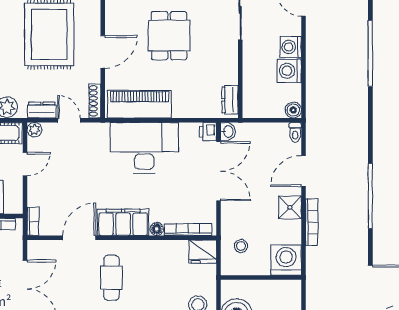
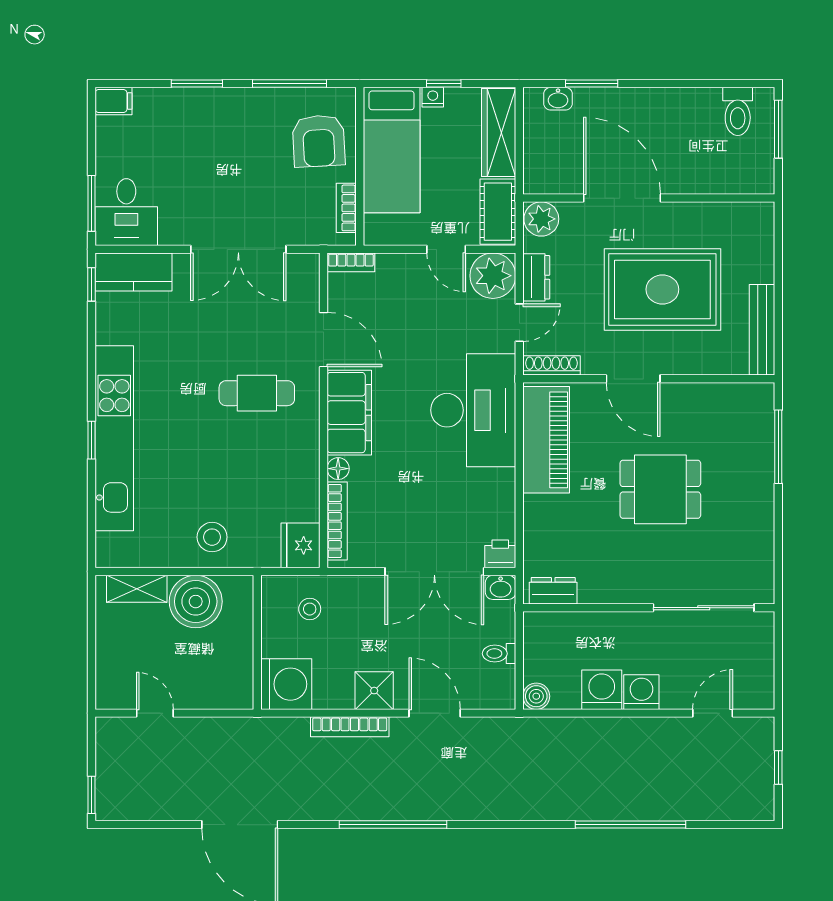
plant: (35, 130) -> (493, 276), width x1.88, depth x1.88
toilet: (295, 132) -> (499, 654), moved
desk: (144, 148) -> (473, 410), moved

